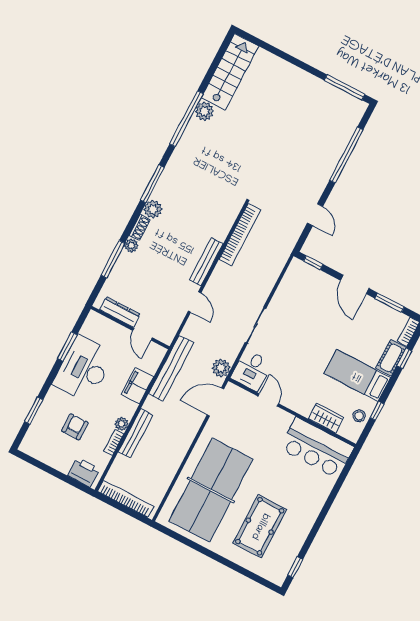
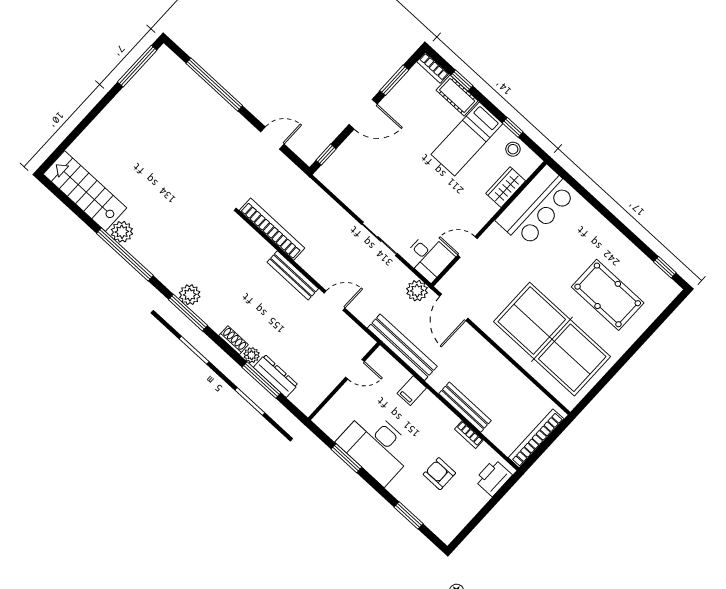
plant: (153, 209) -> (190, 295), moved
dresser: (120, 312) -> (276, 376), moved, turned 90
filing cabinet: (137, 386) -> (412, 391), width x0.50
plant: (122, 424) -> (450, 420), removed

